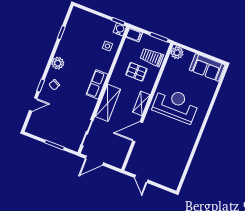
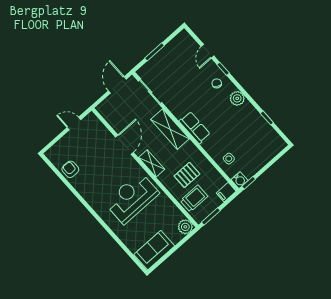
reception desk: (176, 105) -> (132, 198), turned 180
armchair: (178, 164) -> (70, 169), added

